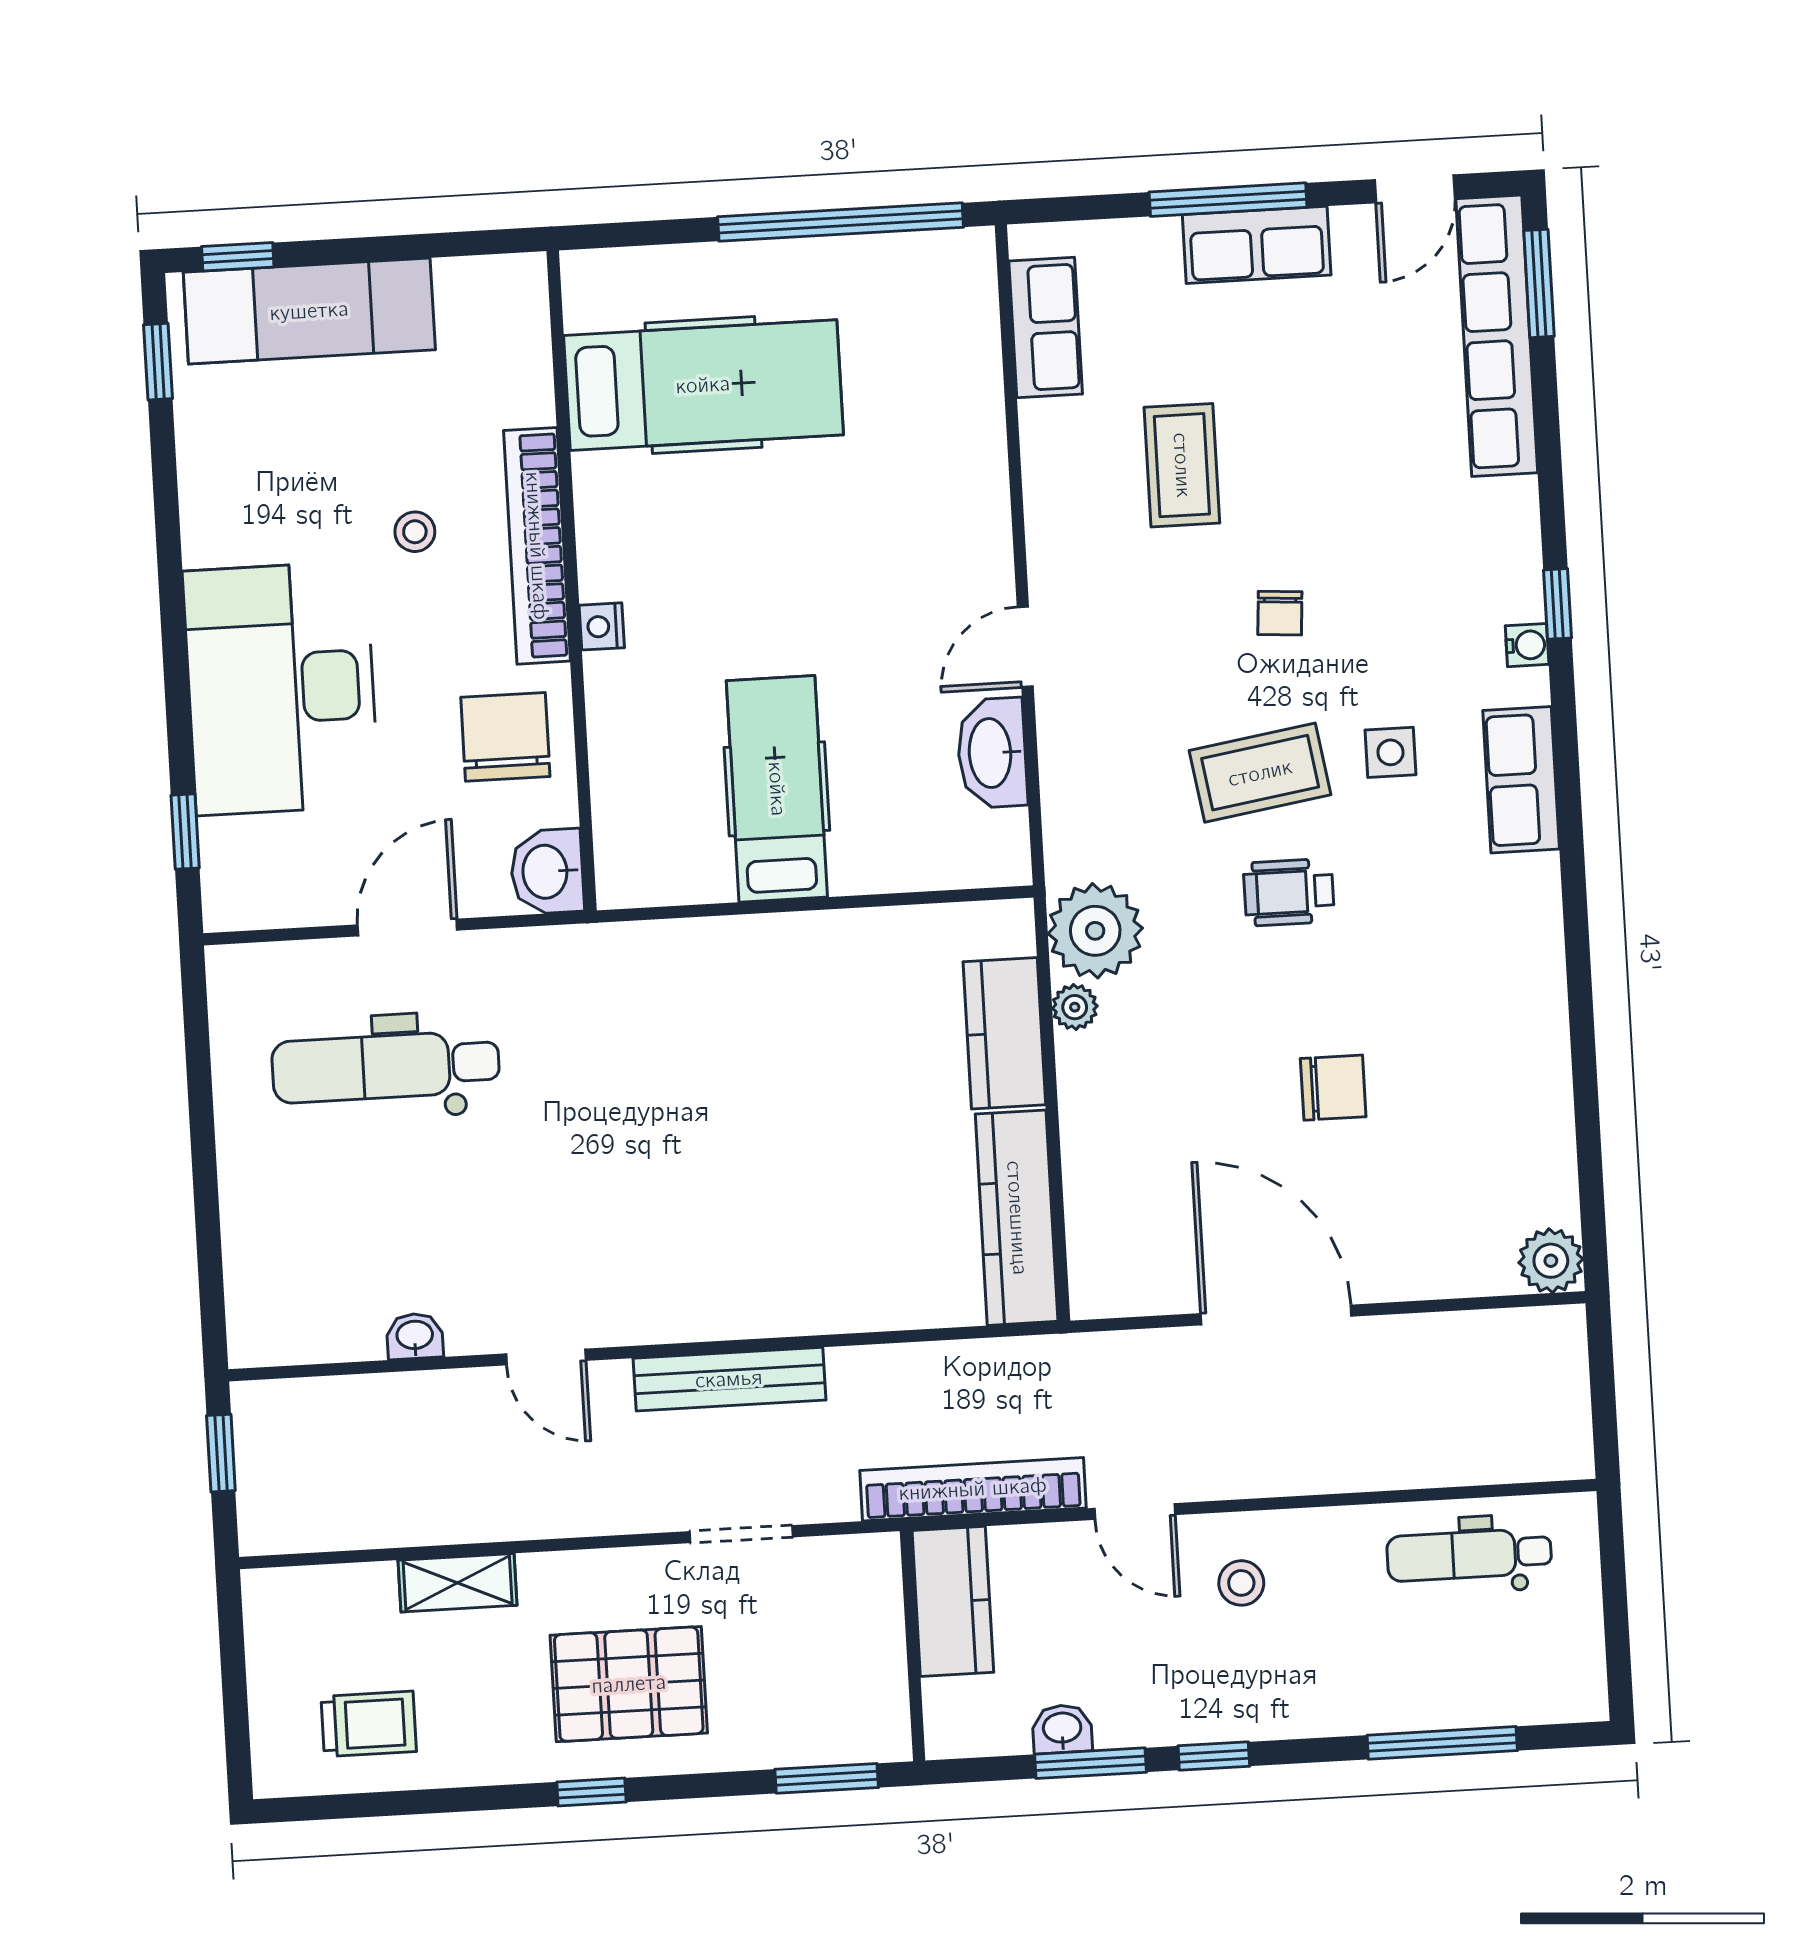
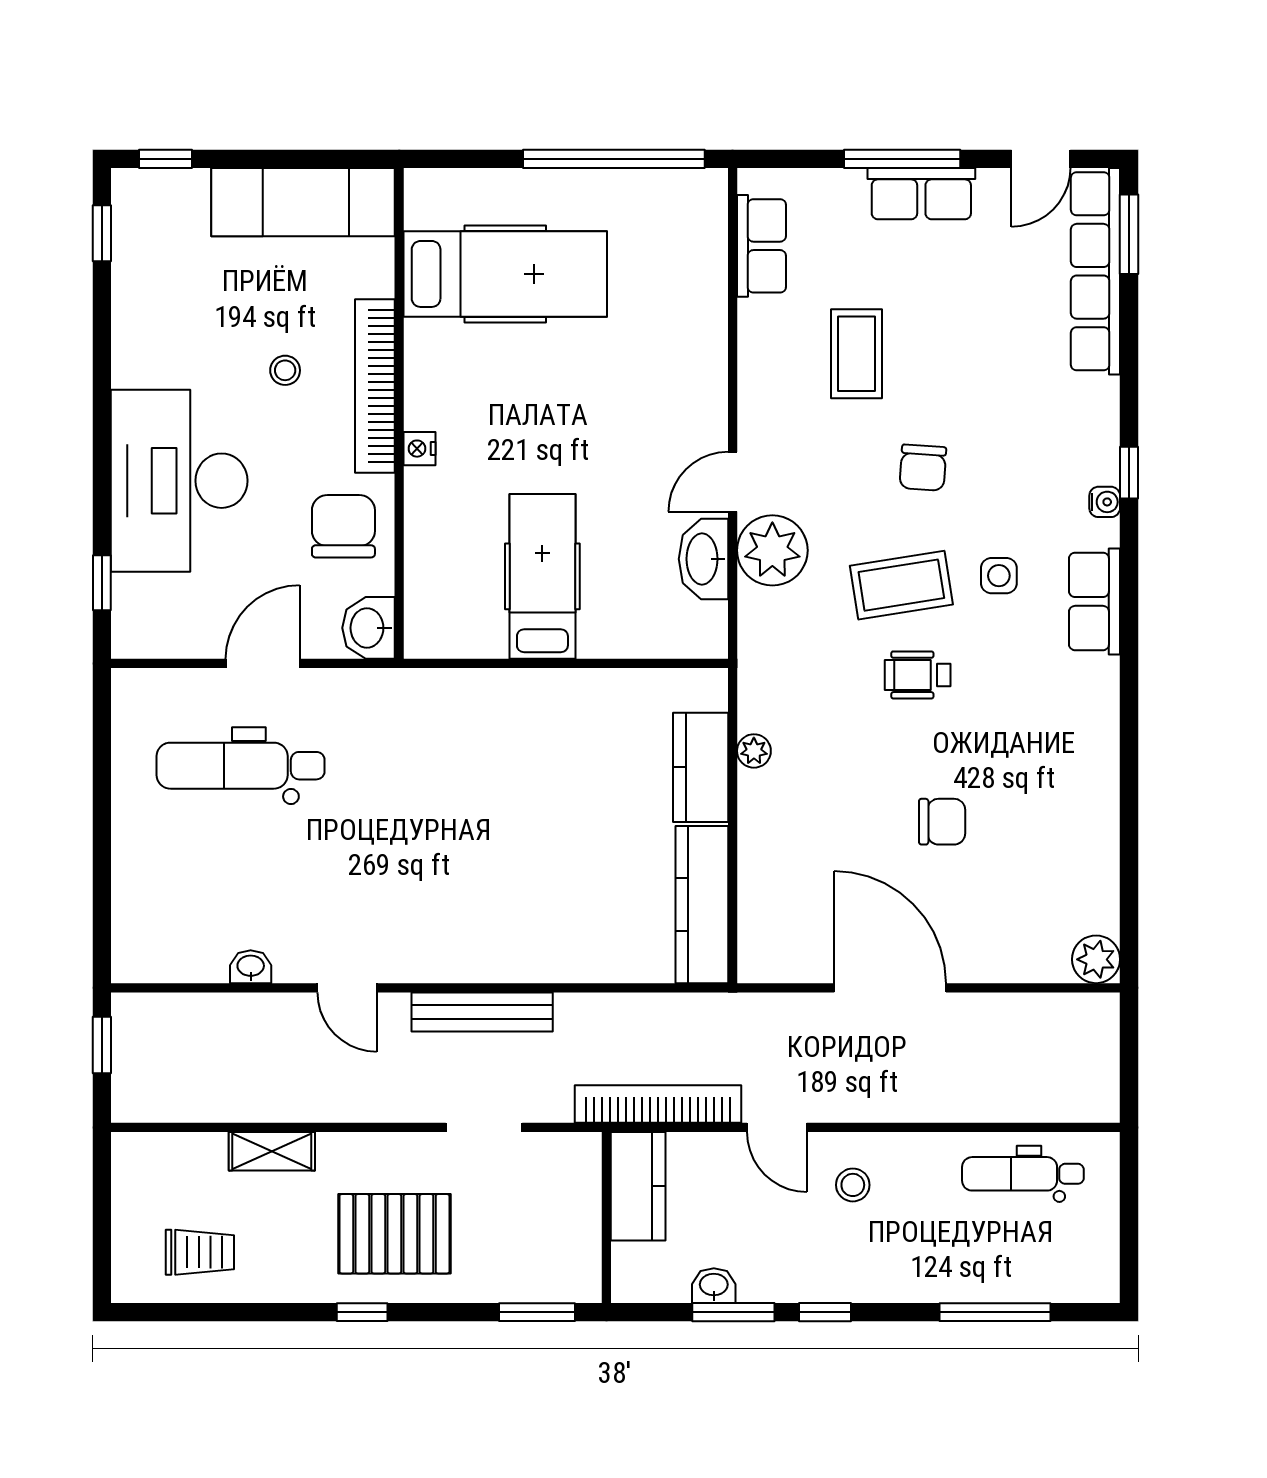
exam couch: (309, 311) -> (303, 202), moved
chair: (1280, 613) -> (923, 468), width x1.37, depth x1.37
plant: (1095, 931) -> (772, 550), moved

